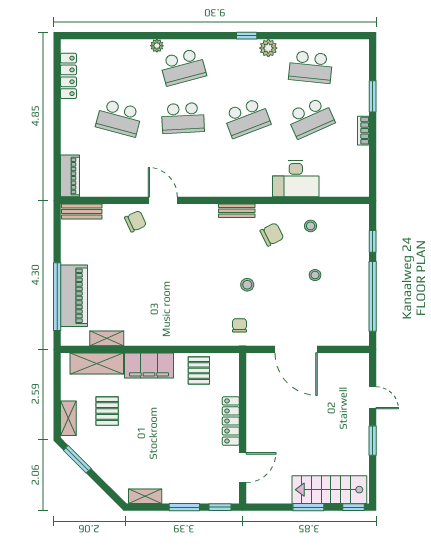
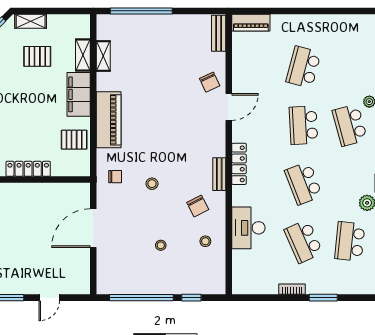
locker: (68, 76) -> (239, 164), moved, turned -90
piano: (74, 296) -> (109, 120), moved, turned -90
shelving: (97, 364) -> (83, 55), width x0.67, depth x0.75

